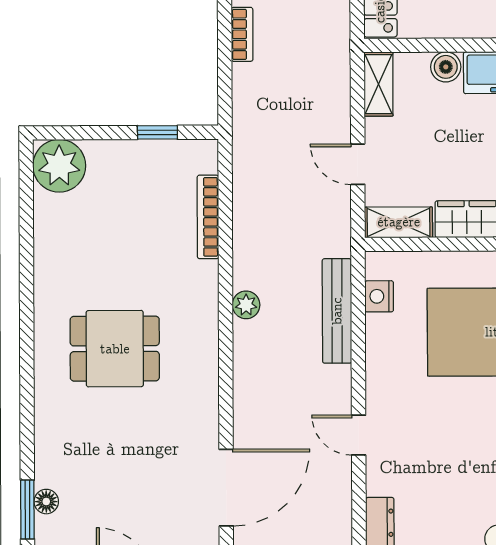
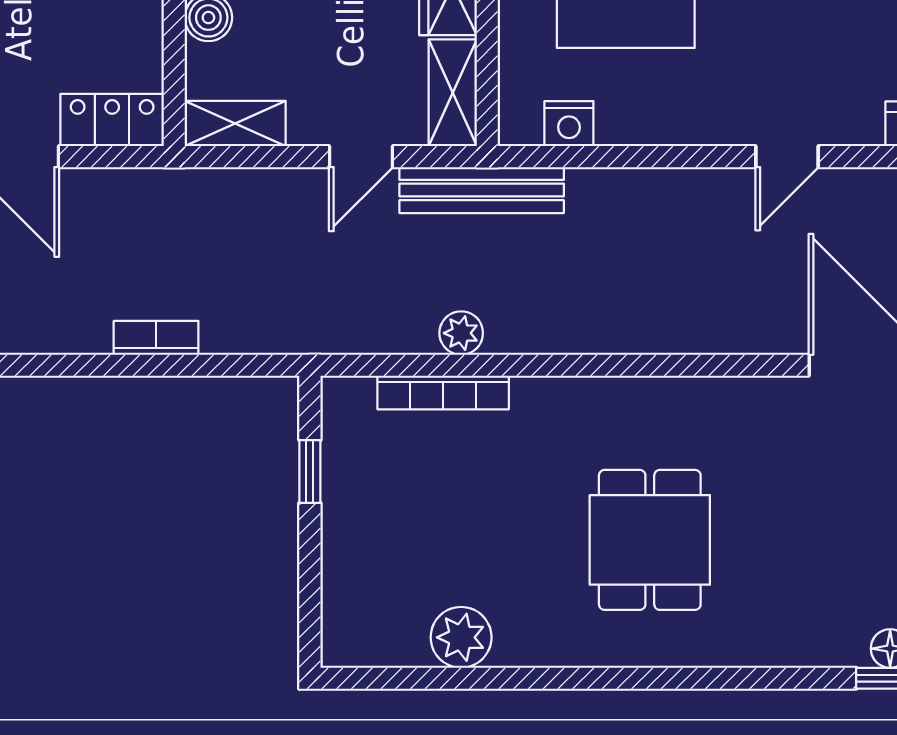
plant: (59, 166) -> (461, 637), moved, width x0.73, depth x0.73
plant: (246, 305) -> (461, 333), moved
bench: (337, 311) -> (482, 190), moved

